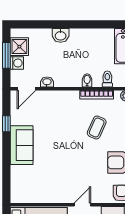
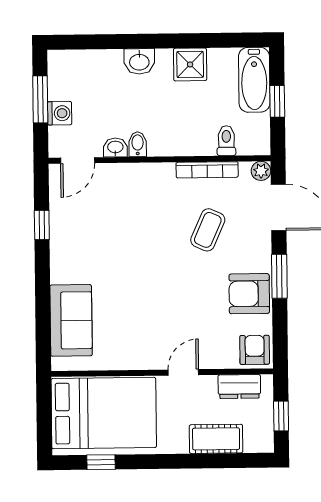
shower: (19, 47) -> (190, 64), moved
bidet: (87, 80) -> (138, 144), moved
sofa: (22, 145) -> (71, 320), moved

